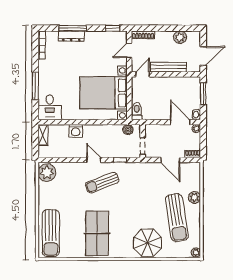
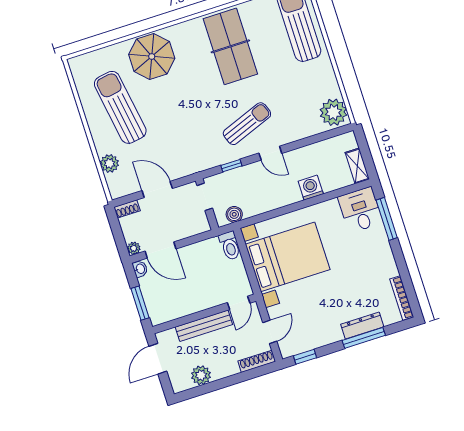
window: (35, 86) -> (387, 219), moved
plant: (194, 197) -> (109, 163), moved
plant: (196, 252) -> (76, 65), removed

